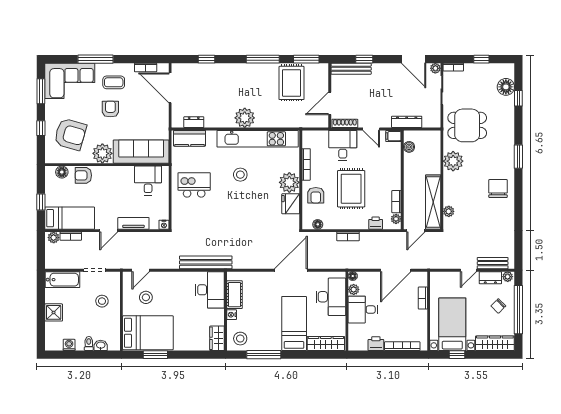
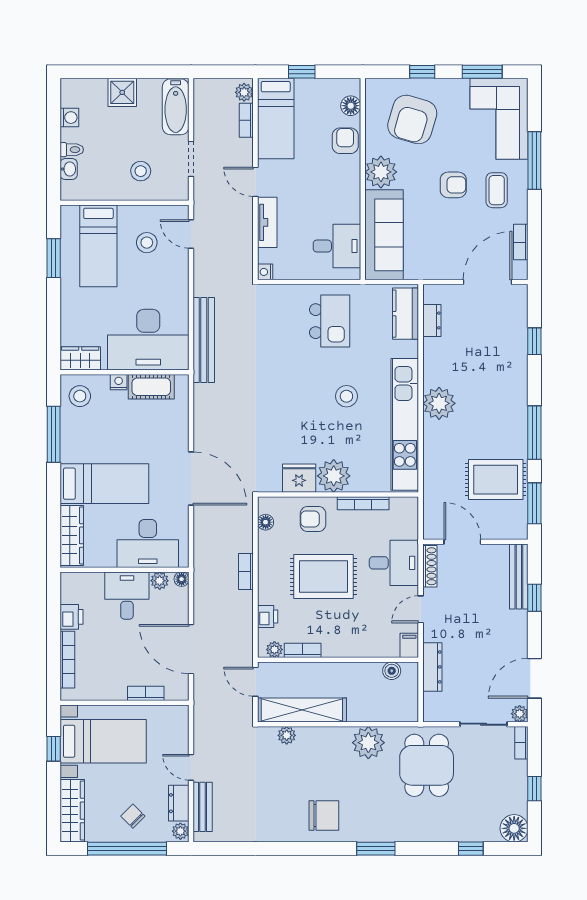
floor lamp: (506, 87) -> (514, 828), moved
desk: (210, 290) -> (148, 340), width x1.36, depth x1.30
bed: (148, 333) -> (98, 246), width x0.67

